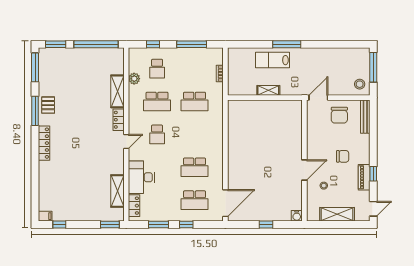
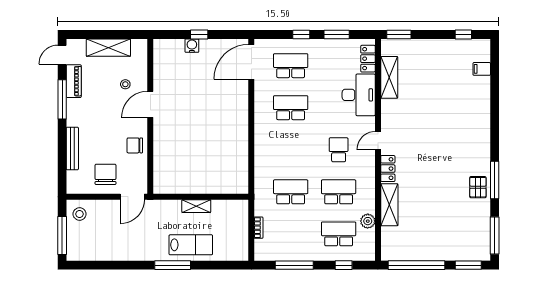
school desk: (157, 69) -> (339, 234), width x1.85
bench: (365, 117) -> (72, 148), moved
locker: (44, 143) -> (483, 139), removed
chair: (343, 156) -> (135, 145), moved
window: (373, 174) -> (62, 99), width x2.17
piano: (364, 177) -> (74, 81), moved
filing cabinet: (45, 216) -> (482, 69), moved
water cooler: (297, 216) -> (192, 46), moved

